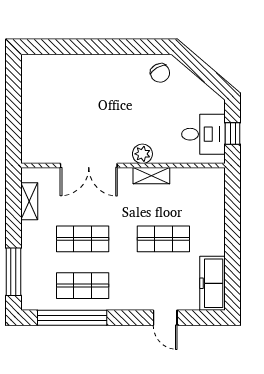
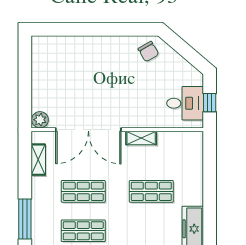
plant: (142, 154) -> (40, 120), moved
double door: (89, 166) -> (88, 130), width x1.36

